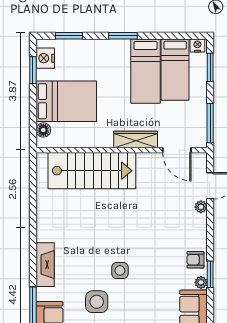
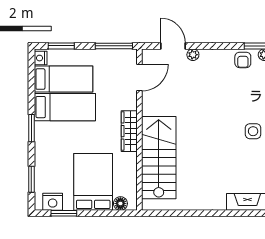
wardrobe: (136, 139) -> (129, 131), moved

